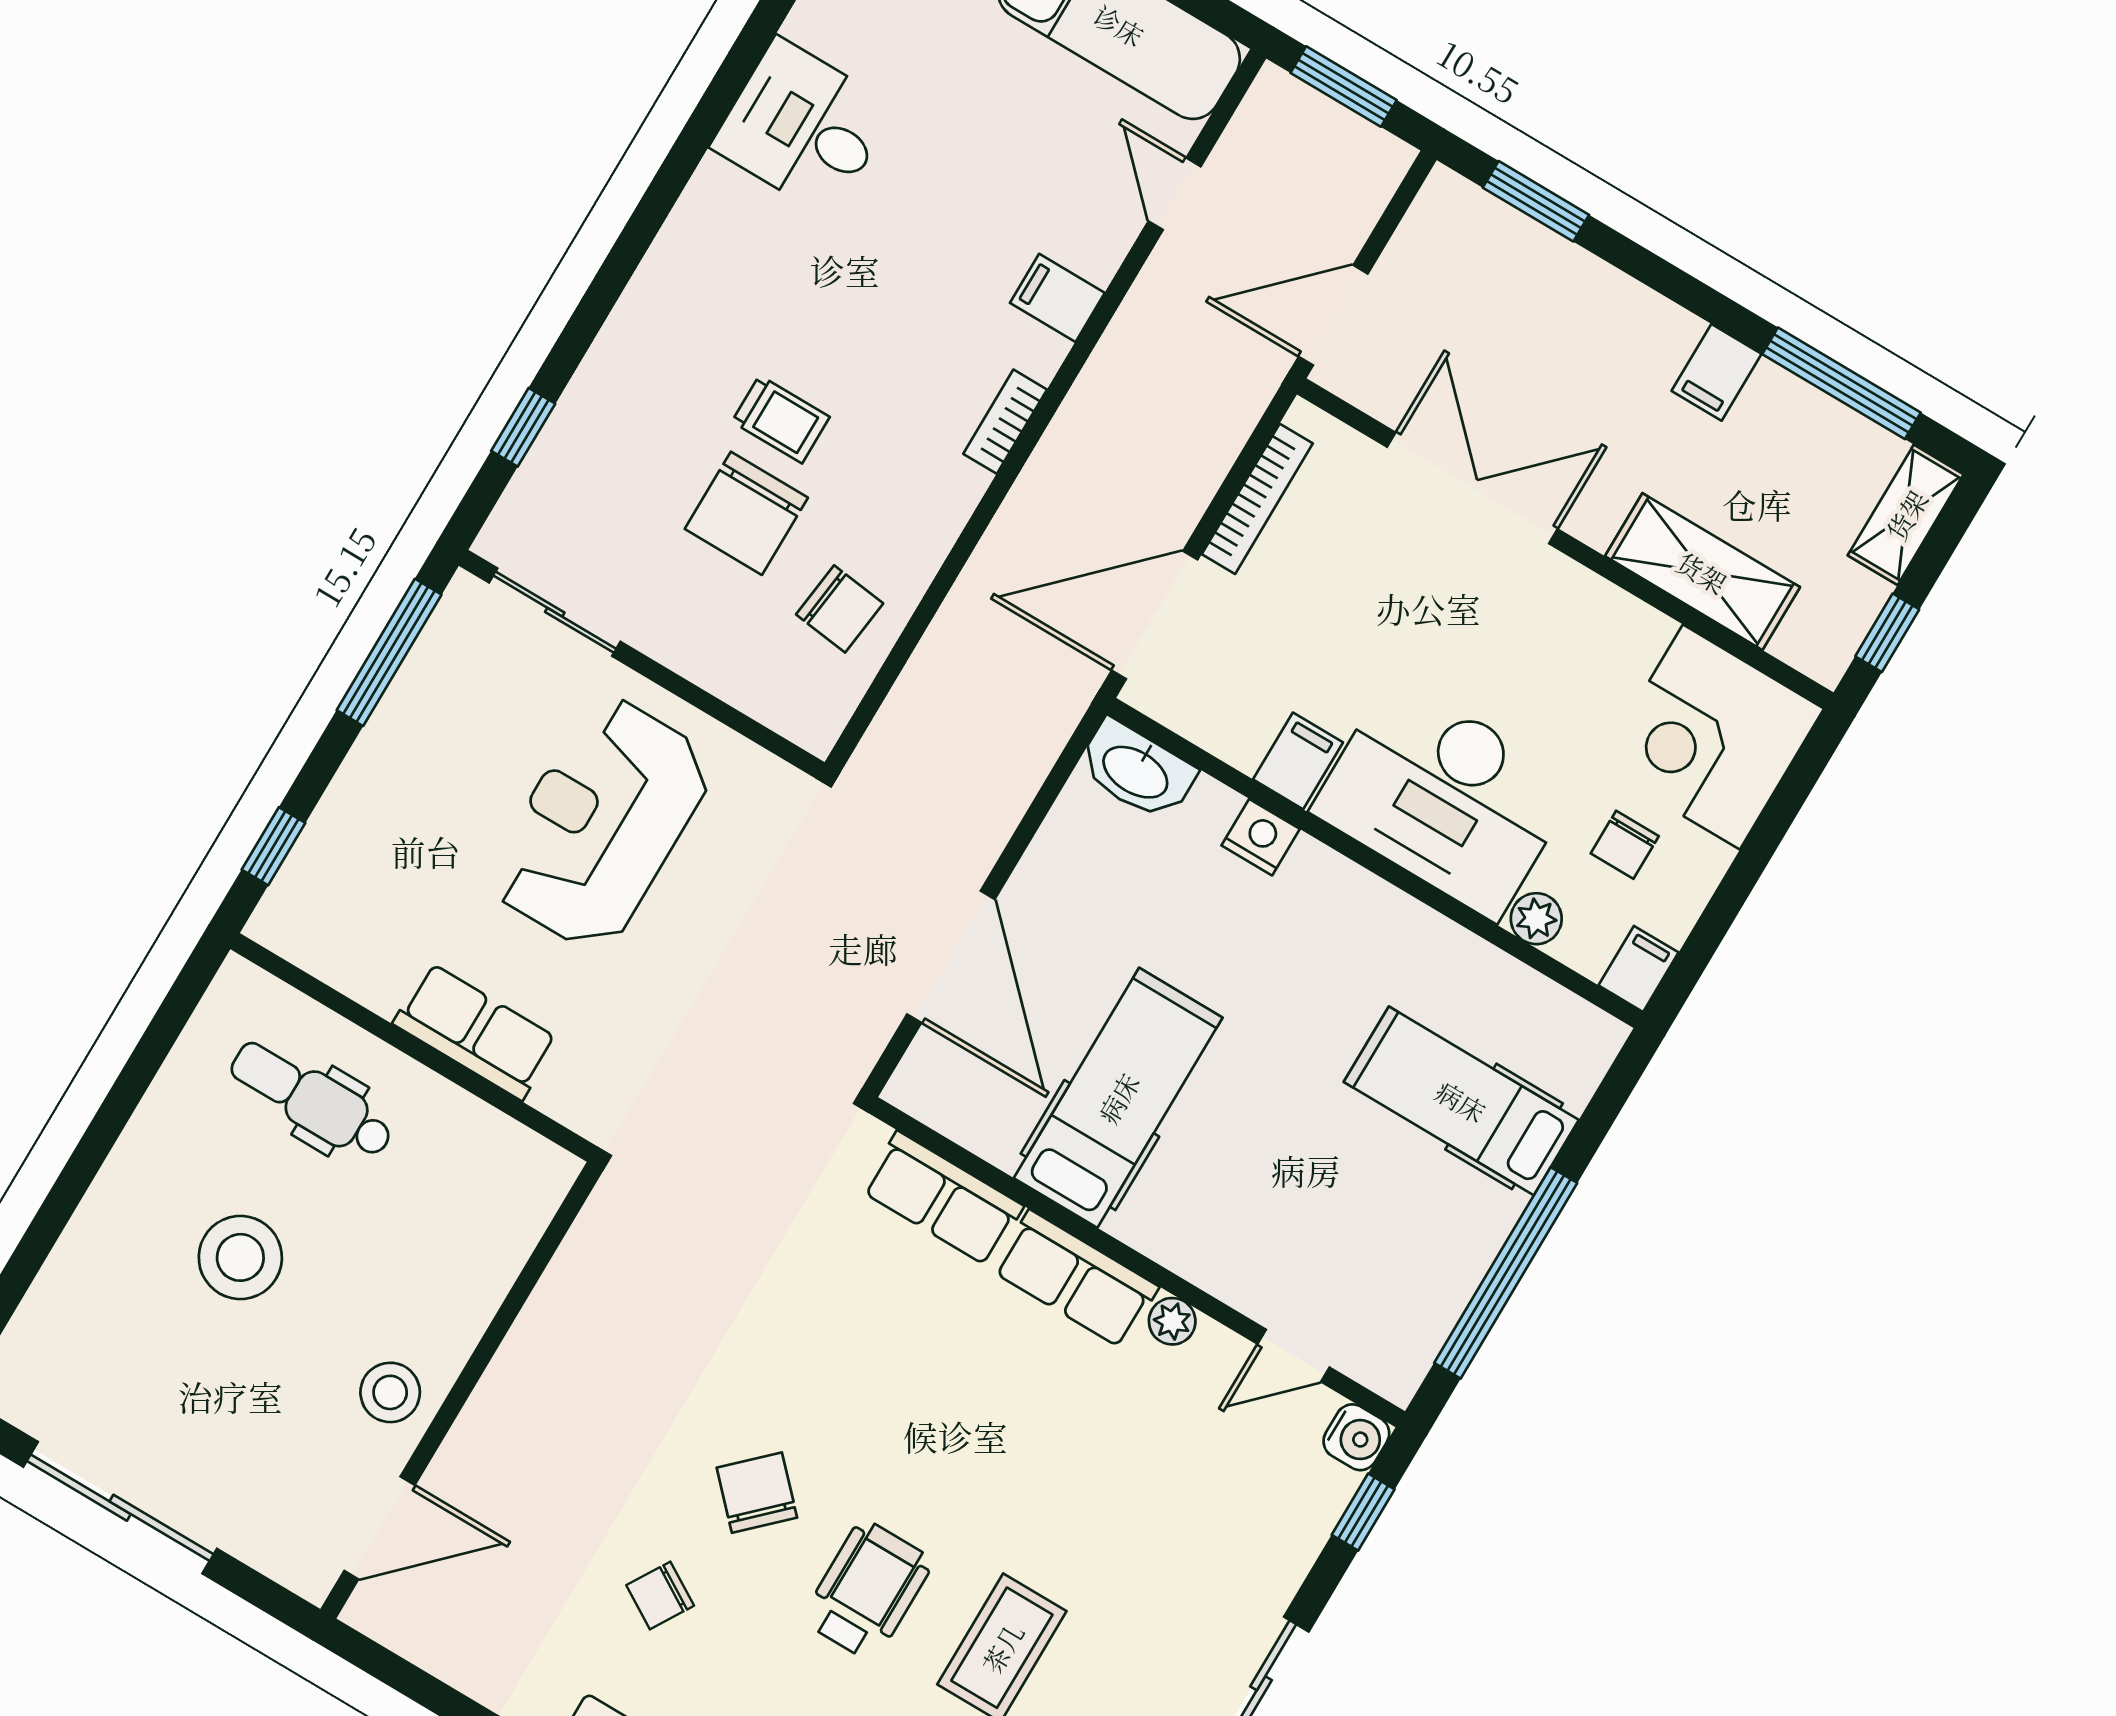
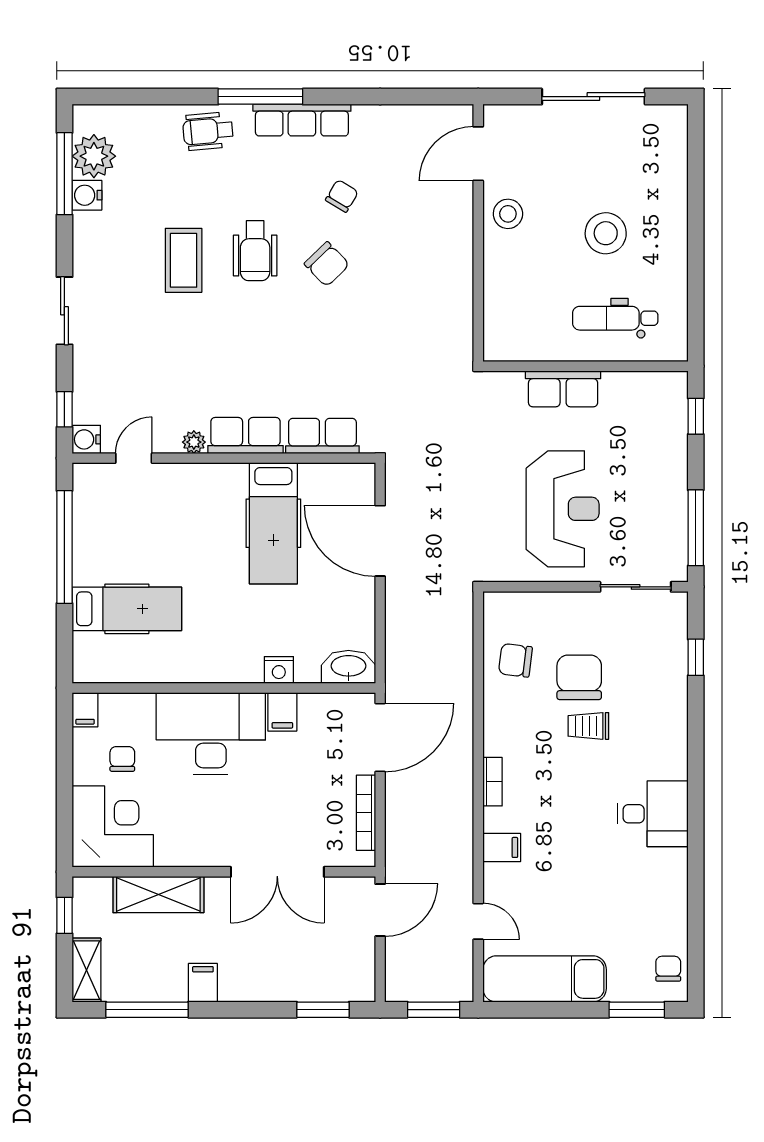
desk: (803, 127) -> (653, 814), moved
plant: (1536, 919) -> (141, 705), removed
dental chair: (312, 1100) -> (615, 318), turned 180

